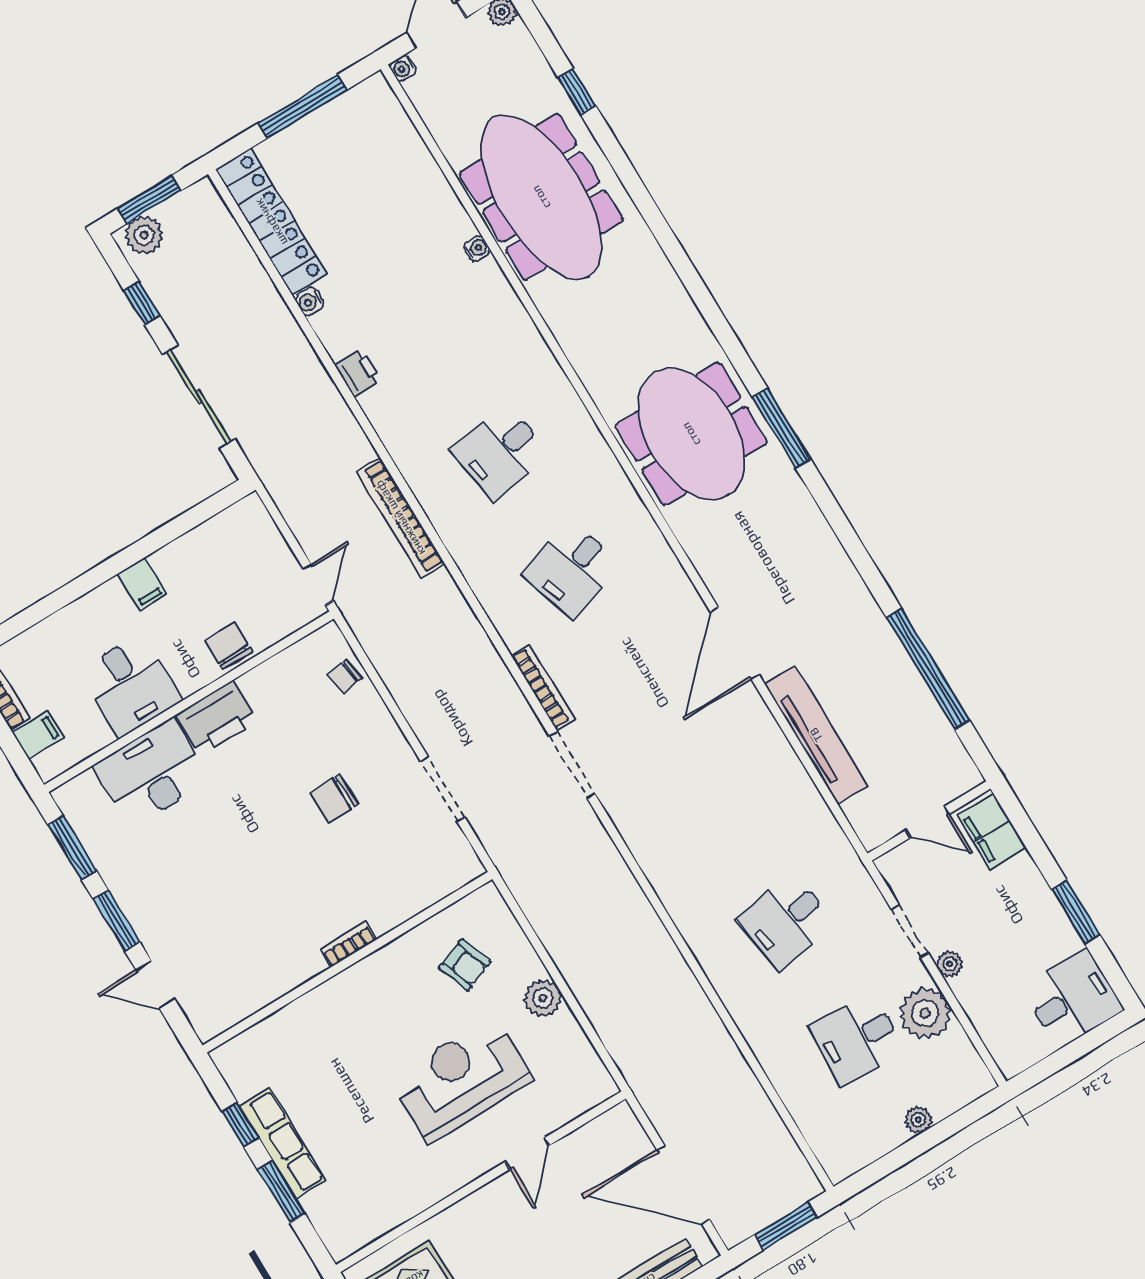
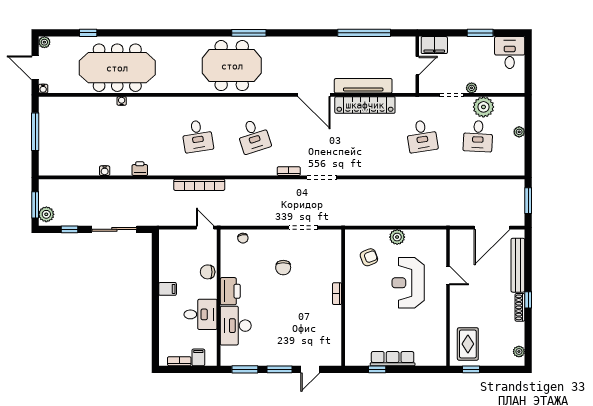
locker: (271, 222) -> (365, 105), moved, turned 180
bookcase: (543, 687) -> (289, 171), width x0.64
window: (281, 1192) -> (409, 369), removed

